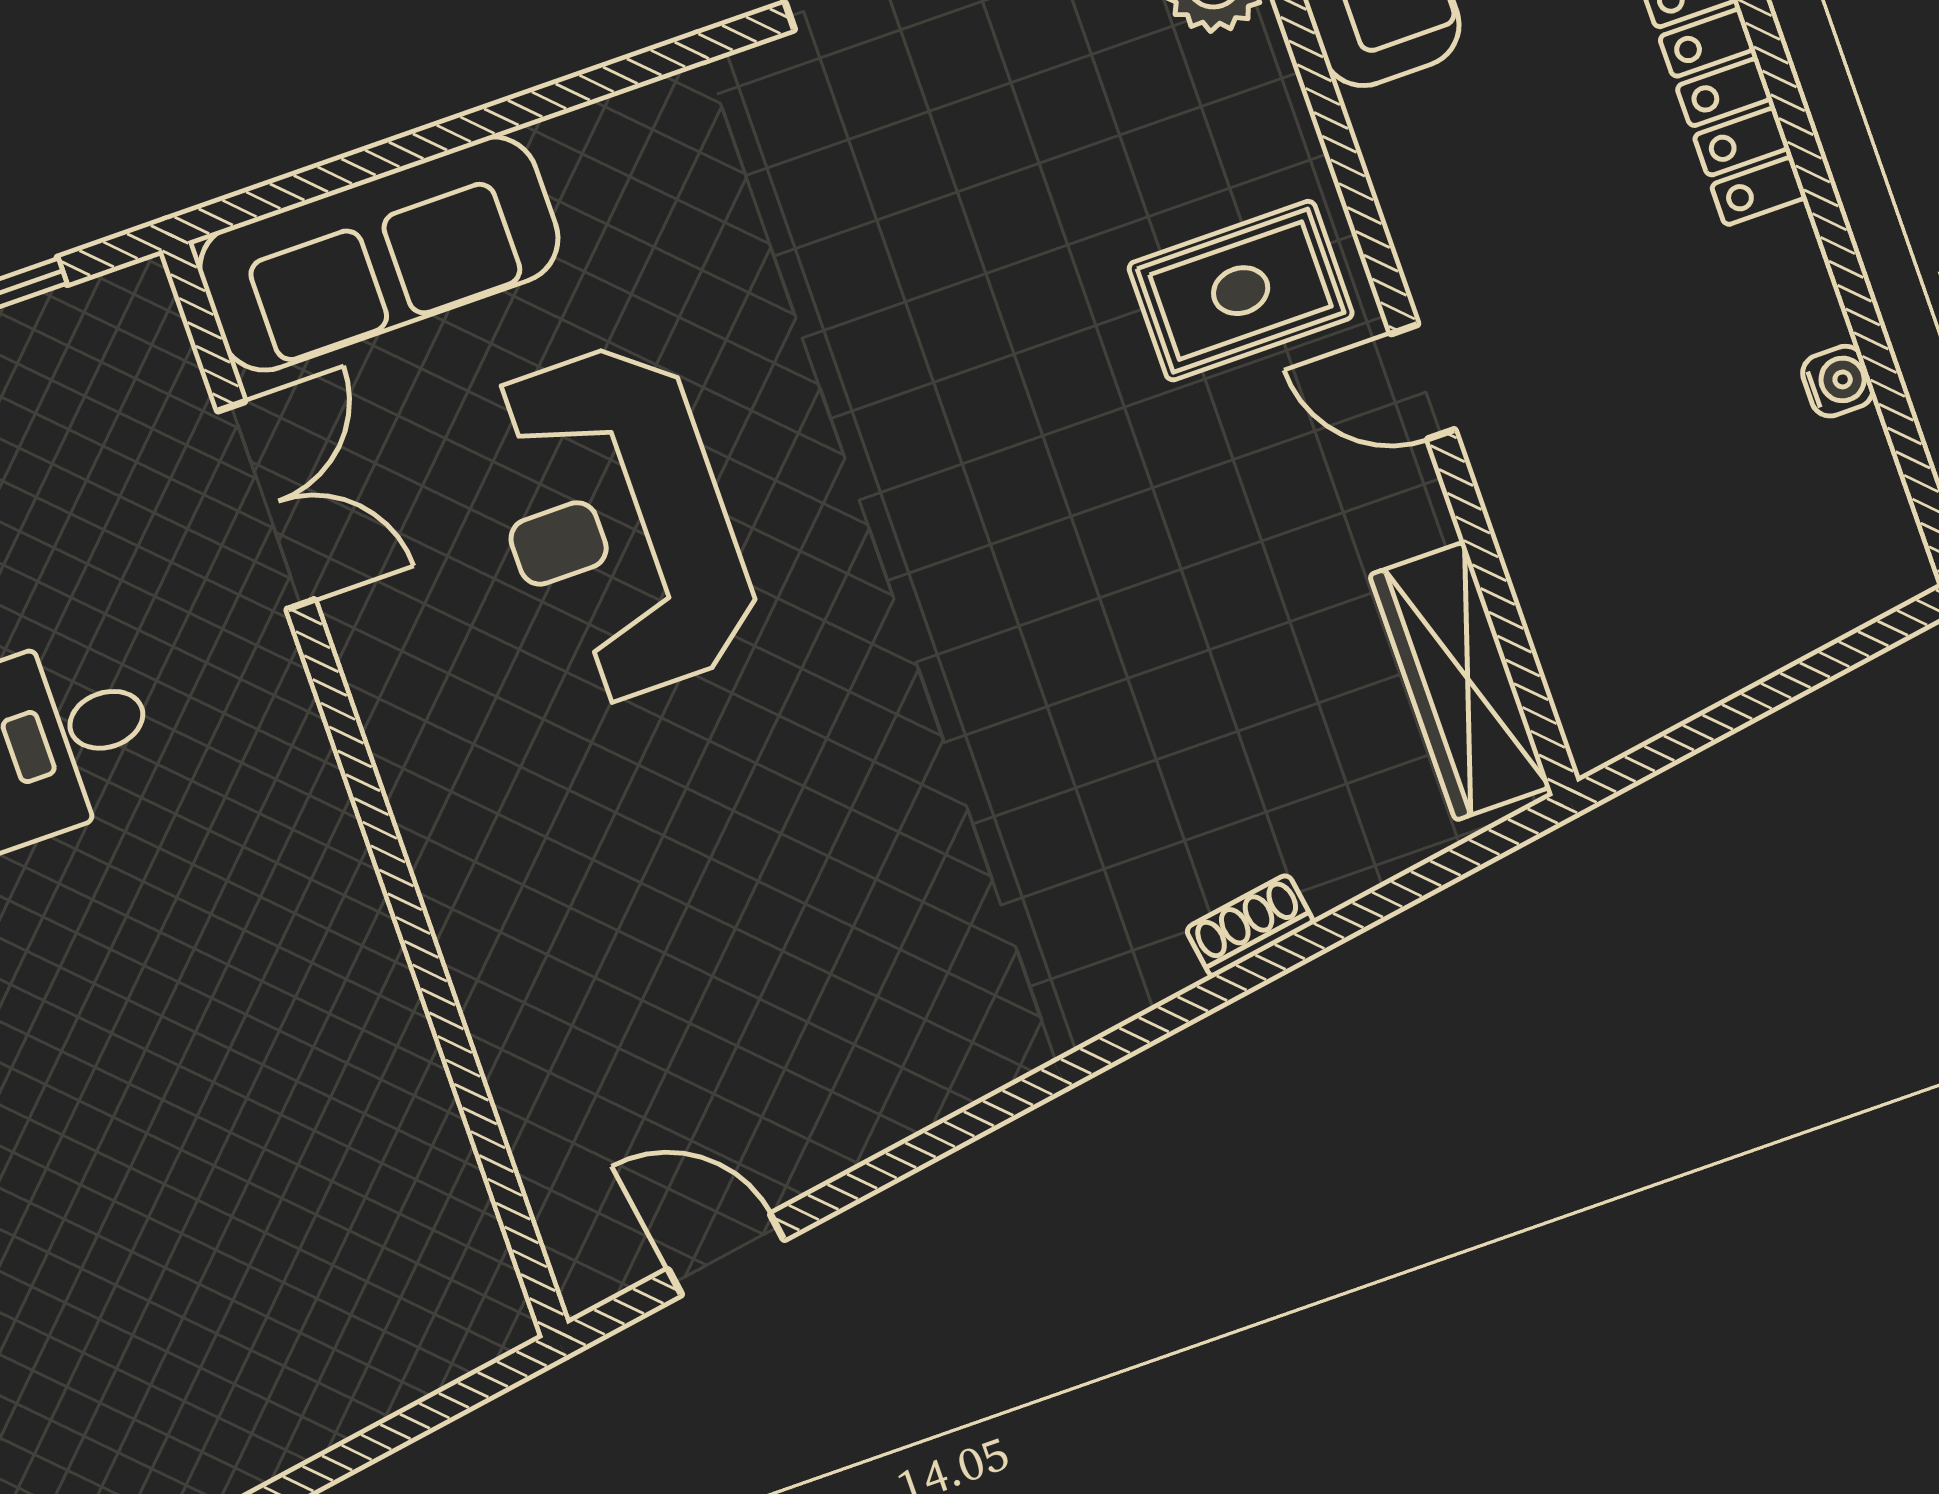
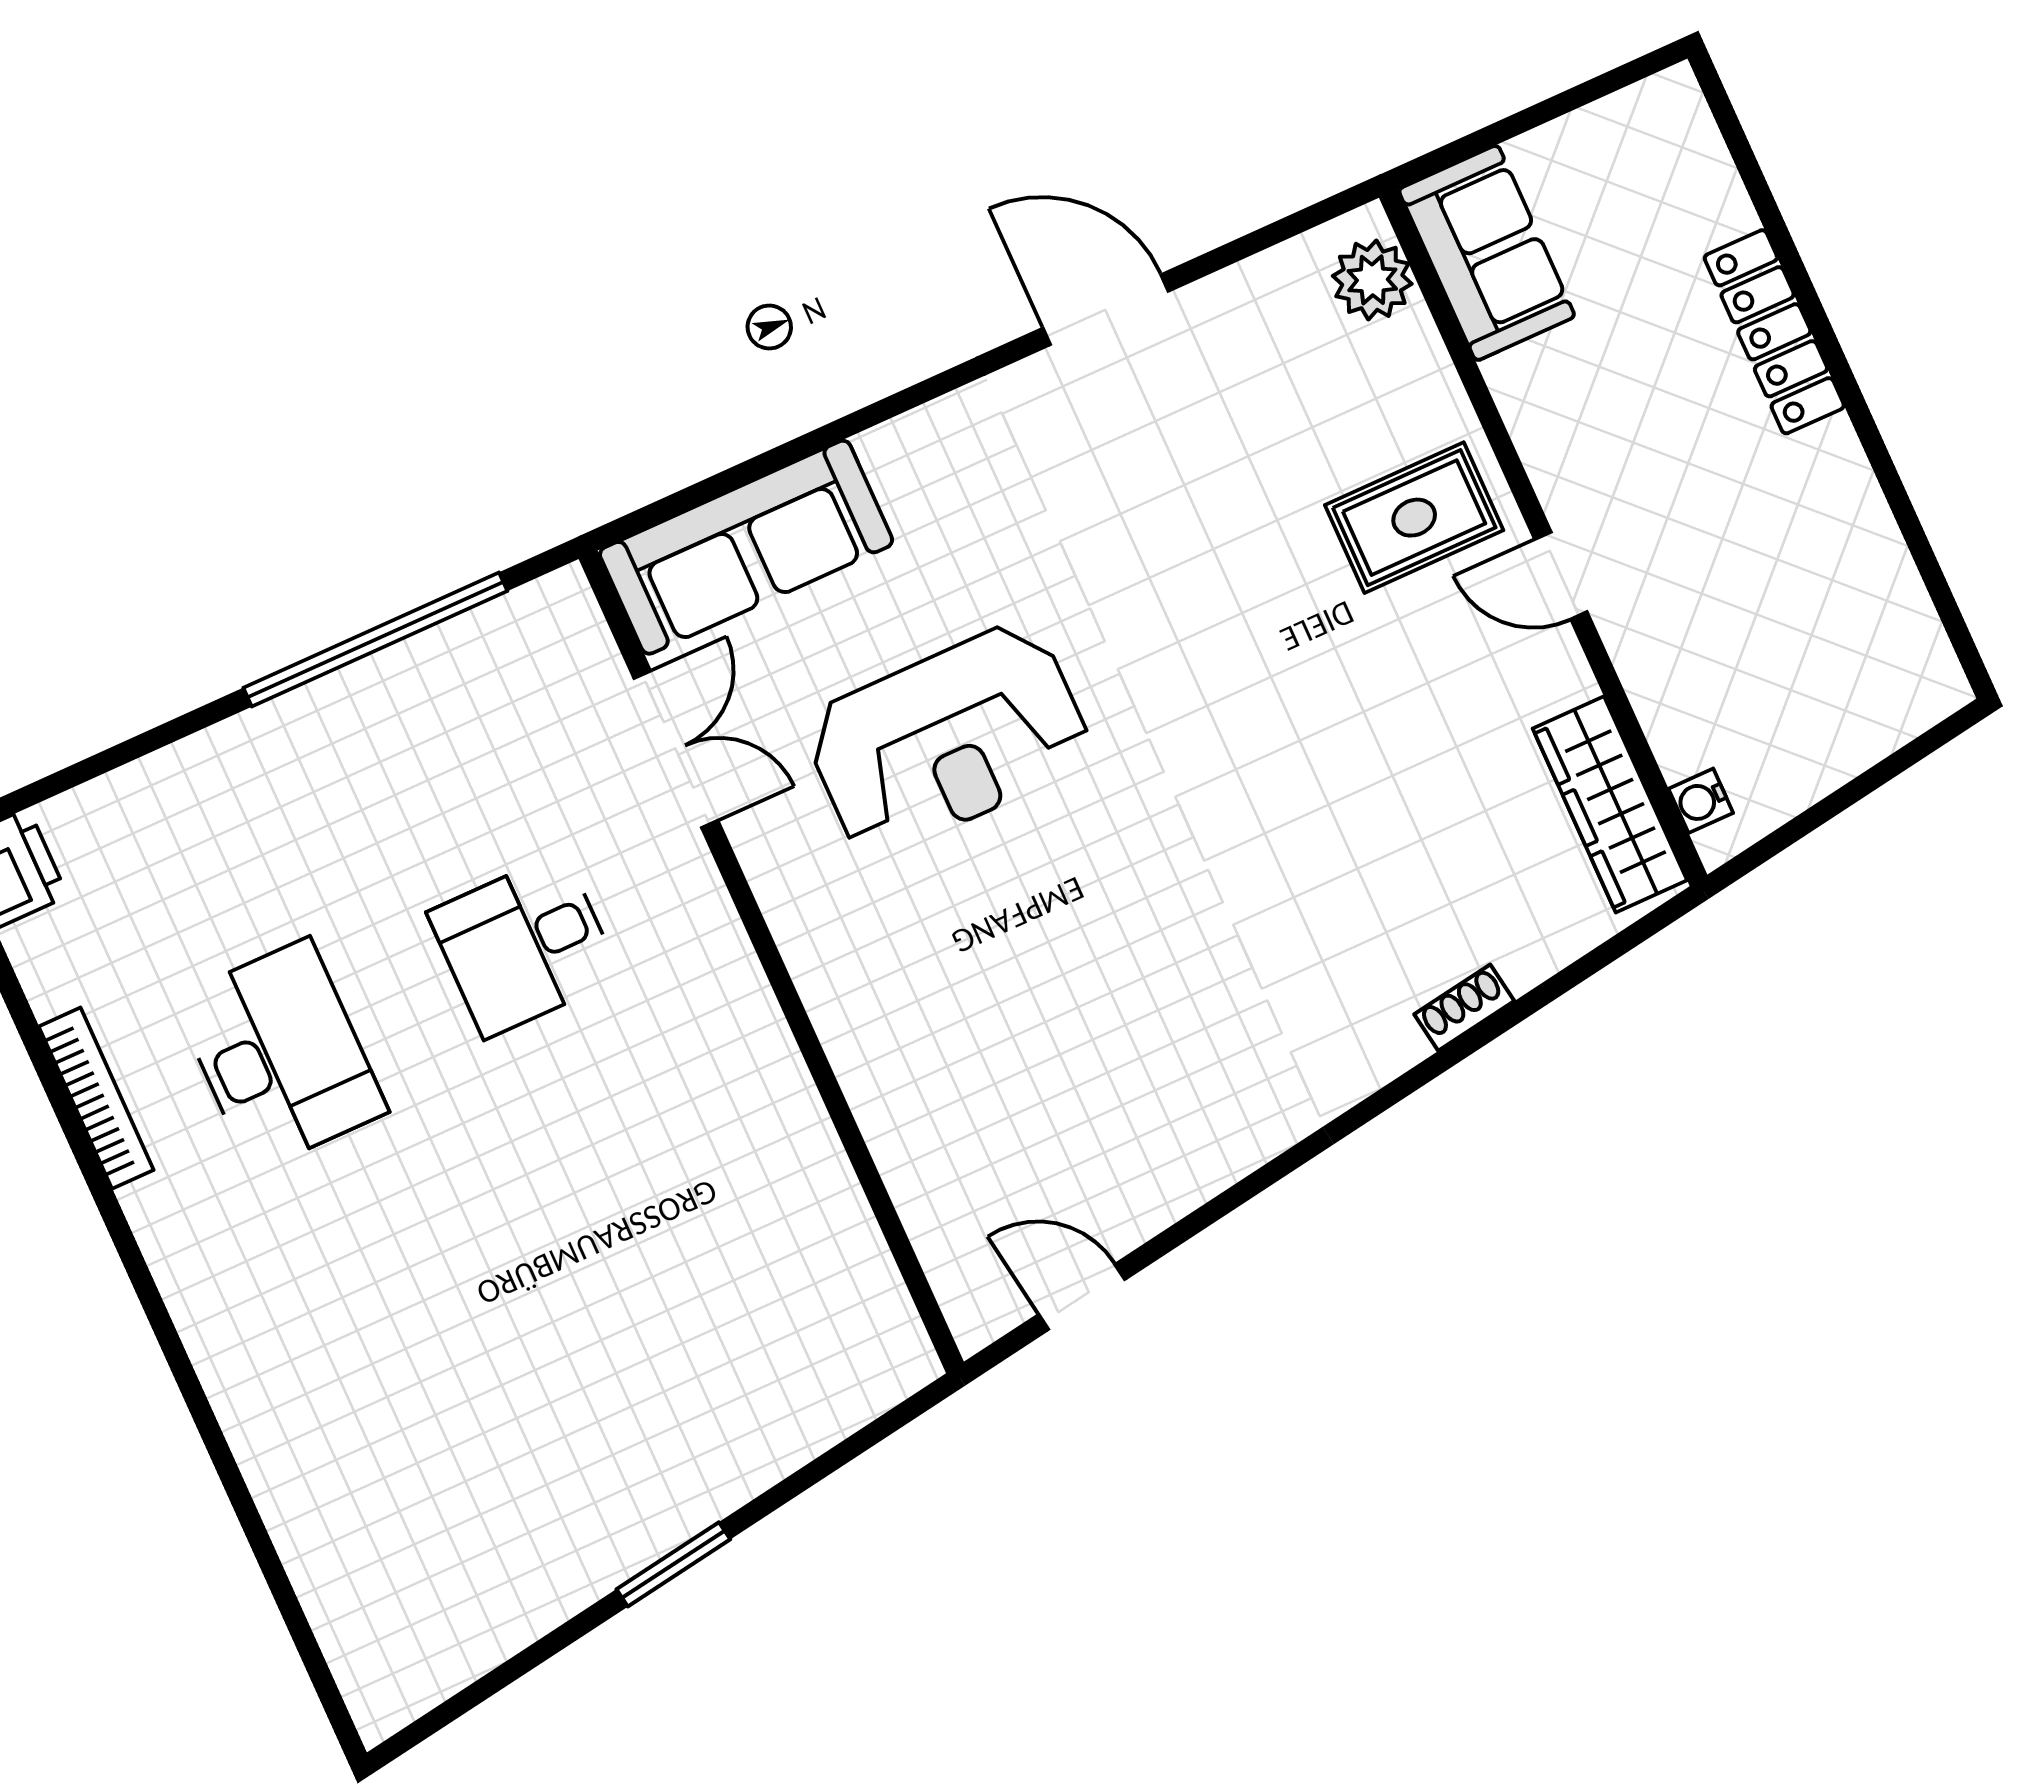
water cooler: (1838, 381) -> (1701, 801), moved, turned 180
reception desk: (616, 523) -> (948, 739), turned -90

